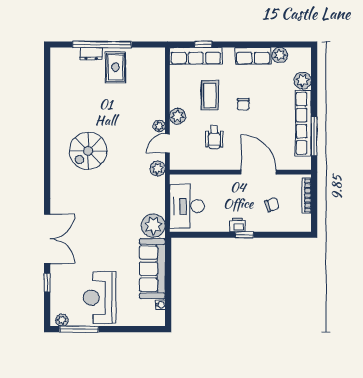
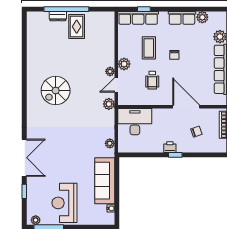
desk: (187, 206) -> (135, 122), moved, turned 90
plant: (153, 225) -> (110, 143), width x0.53, depth x0.53

